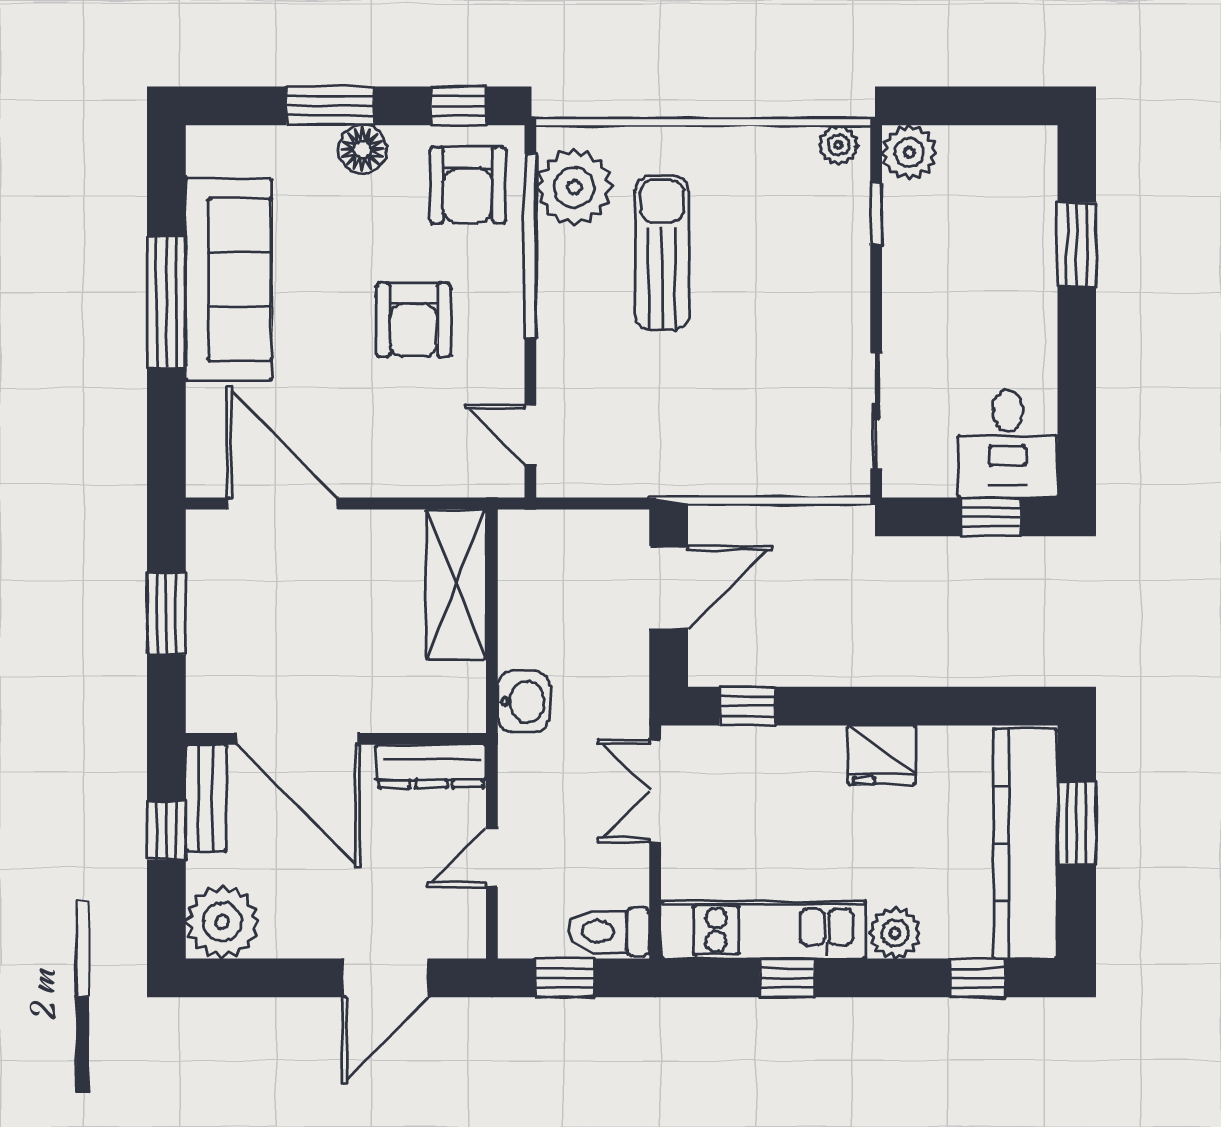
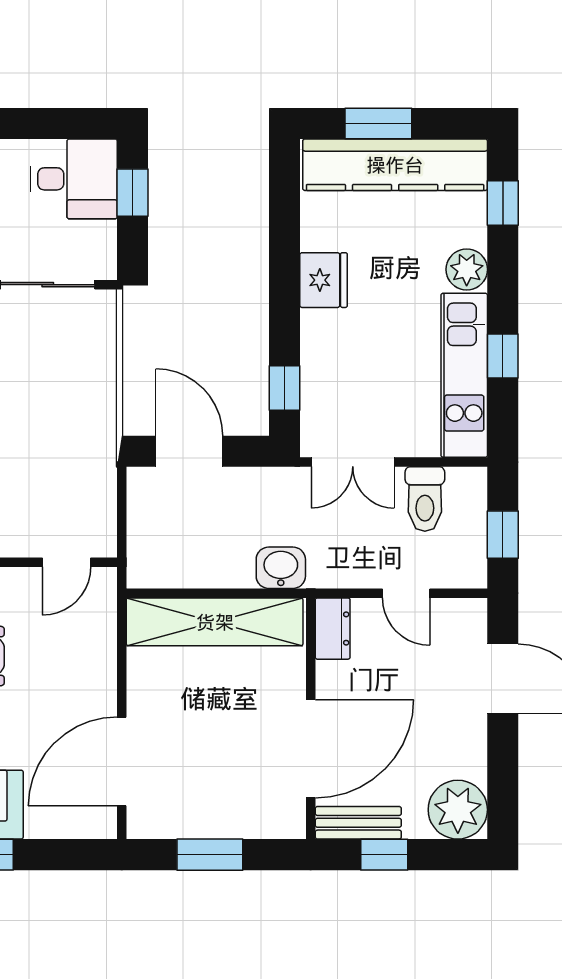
shelving: (456, 584) -> (215, 622), width x1.47
dresser: (431, 766) -> (333, 629), width x0.70
toilet: (609, 931) -> (425, 499), moved

